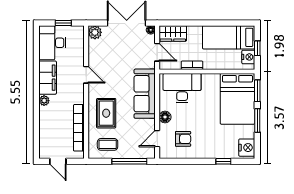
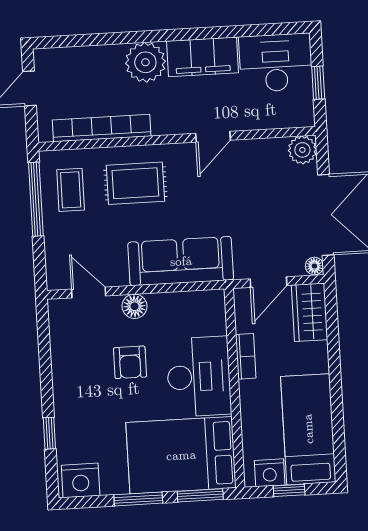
desk: (182, 88) -> (199, 377), moved
plant: (44, 101) -> (145, 62), width x1.87, depth x1.87
armchair: (183, 139) -> (130, 362), moved
window: (129, 161) -> (36, 199), moved

